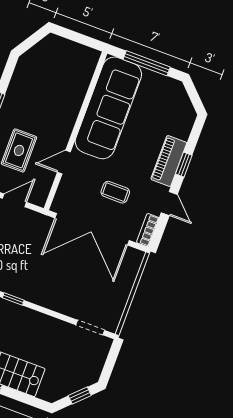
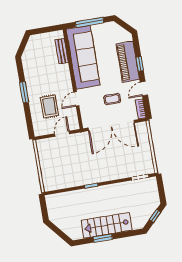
bench: (83, 81) -> (62, 51), added
piano: (169, 161) -> (128, 62), width x1.37, depth x1.33
door: (169, 204) -> (144, 89), swing flipped

